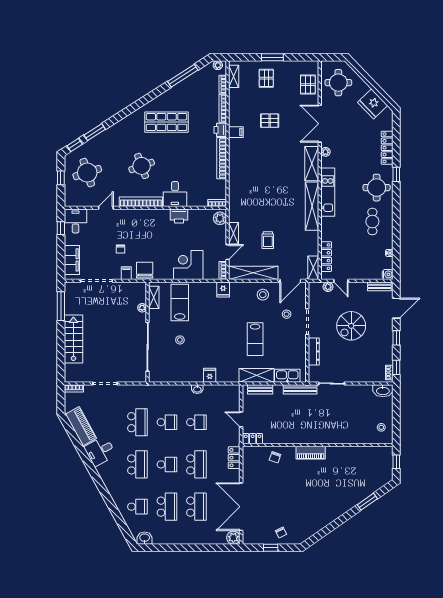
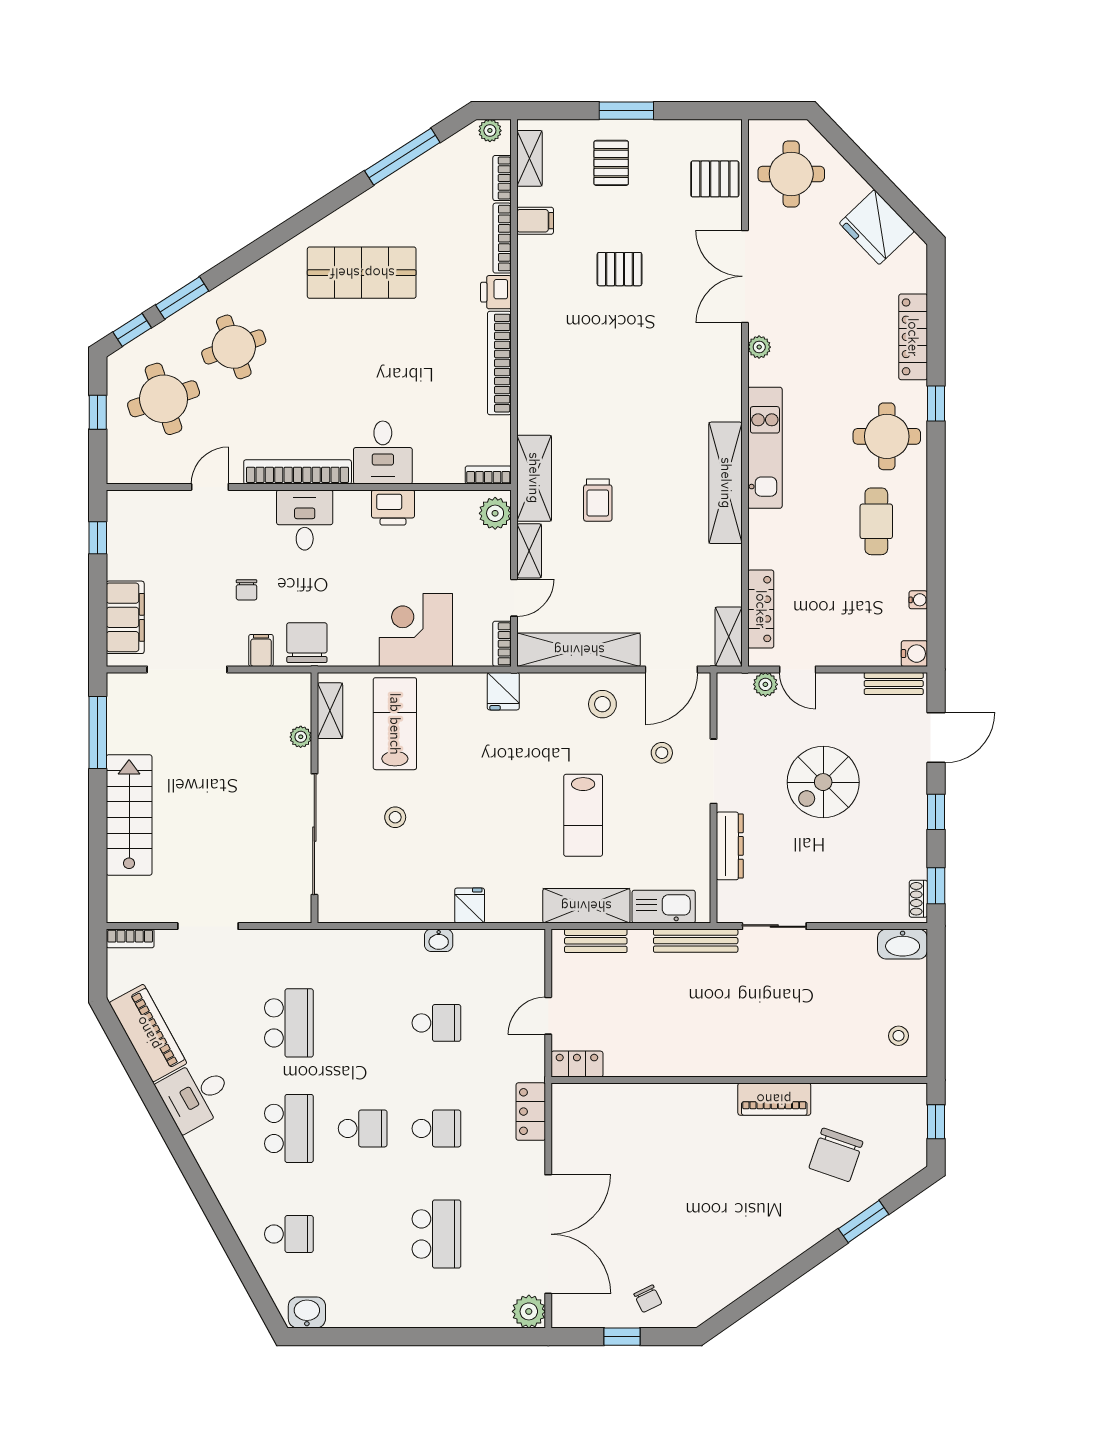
pallet: (308, 85) -> (715, 179), turned 90
filing cabinet: (236, 132) -> (535, 221), moved
shelving: (312, 164) -> (534, 478), moved
round table: (142, 166) -> (234, 347), moved
desk: (76, 221) -> (305, 520), moved
trolley: (268, 240) -> (598, 500), moved
door: (241, 419) -> (548, 1016), hinge flipped
school desk: (167, 422) -> (363, 1023), removed
piano: (311, 453) -> (774, 1099), moved
chair: (275, 457) -> (836, 1155), moved, width x1.87, depth x1.87
school desk: (196, 464) -> (436, 1128), width x0.54
school desk: (167, 507) -> (363, 1234), removed
double door: (241, 507) -> (548, 1234), swing flipped

